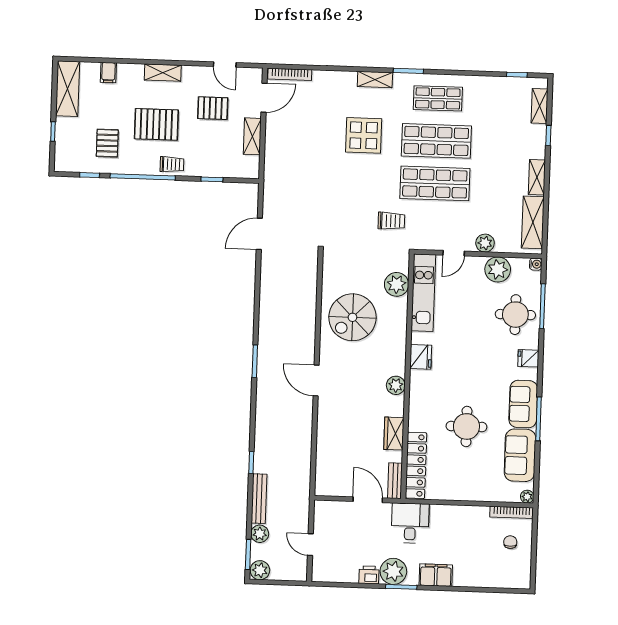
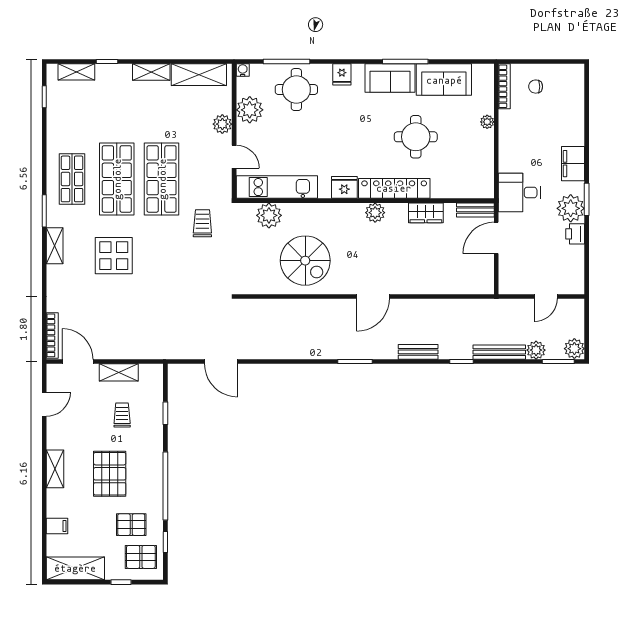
pallet: (213, 108) -> (141, 557), moved, turned 90
trolley: (172, 164) -> (122, 415), moved
bench: (262, 422) -> (418, 352), added
locker: (416, 465) -> (394, 188), moved
plant: (527, 497) -> (487, 122), moved

